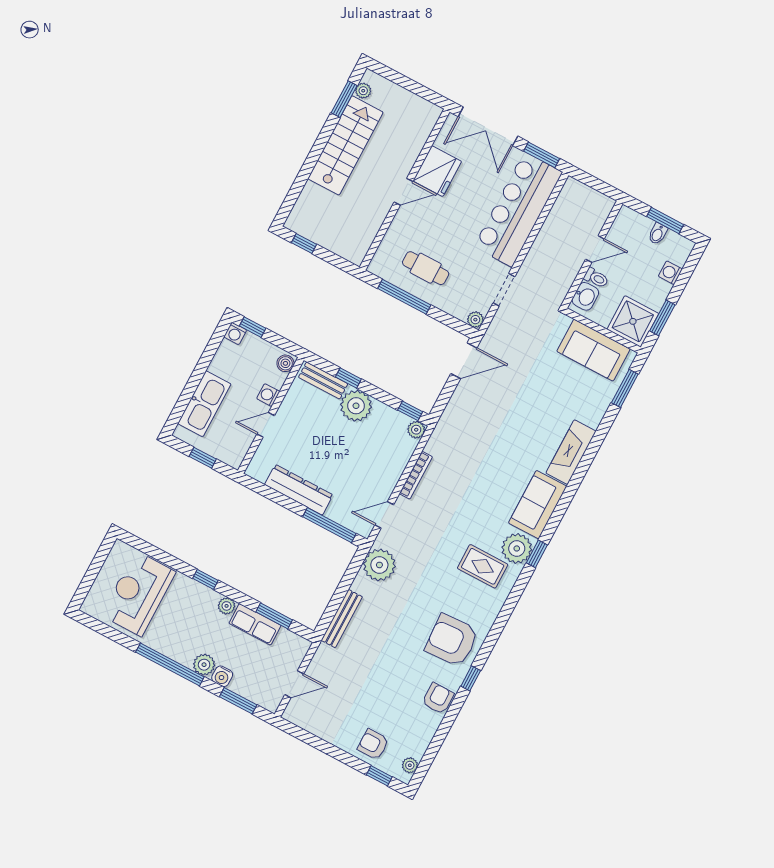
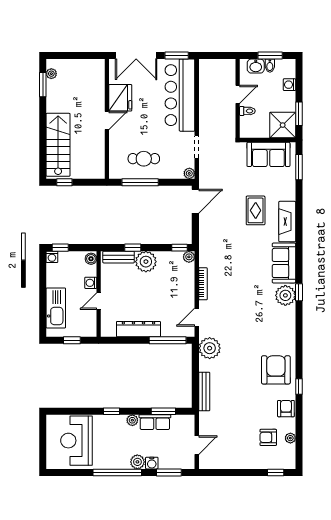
stairs: (345, 145) -> (58, 145), moved
washbasin: (585, 296) -> (256, 66), moved, turned 90
rug: (483, 566) -> (256, 210), moved, turned 90
armchair: (452, 640) -> (276, 370), turned 93
armchair: (373, 744) -> (268, 437), moved
plant: (410, 765) -> (290, 438), moved

